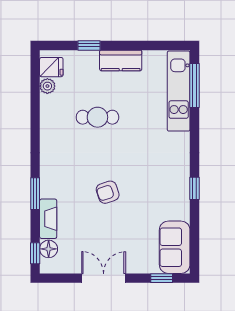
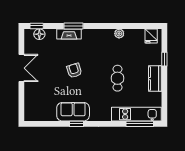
plant: (47, 86) -> (119, 34), moved
cafe table: (97, 117) -> (117, 78), moved
fireplace: (48, 219) -> (69, 34), moved
sofa: (175, 247) -> (73, 112), moved
window: (162, 278) -> (21, 104), removed

